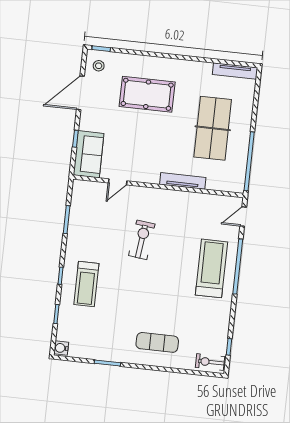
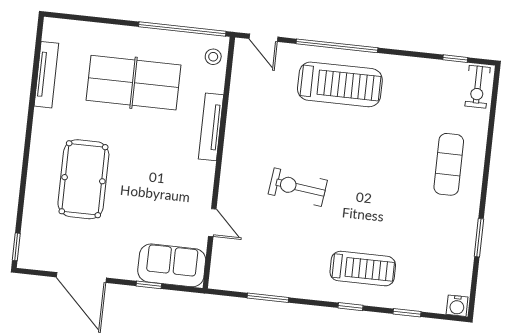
stool: (99, 66) -> (213, 57), moved
tv unit: (235, 71) -> (46, 75), moved
treadmill: (211, 268) -> (340, 84), turned 180

